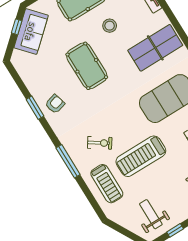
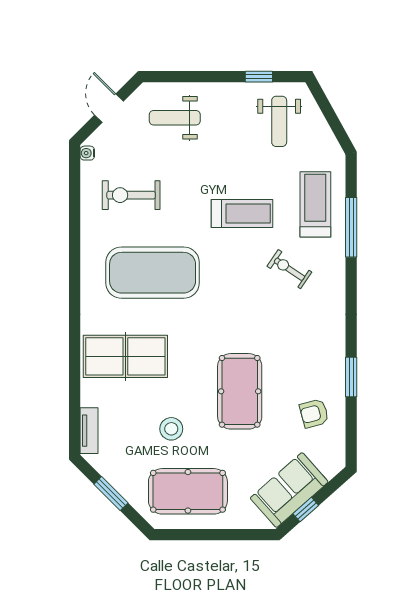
armchair: (55, 104) -> (314, 413), moved
treadmill: (141, 156) -> (242, 214), width x0.73, depth x0.73
window: (68, 161) -> (351, 227), moved

